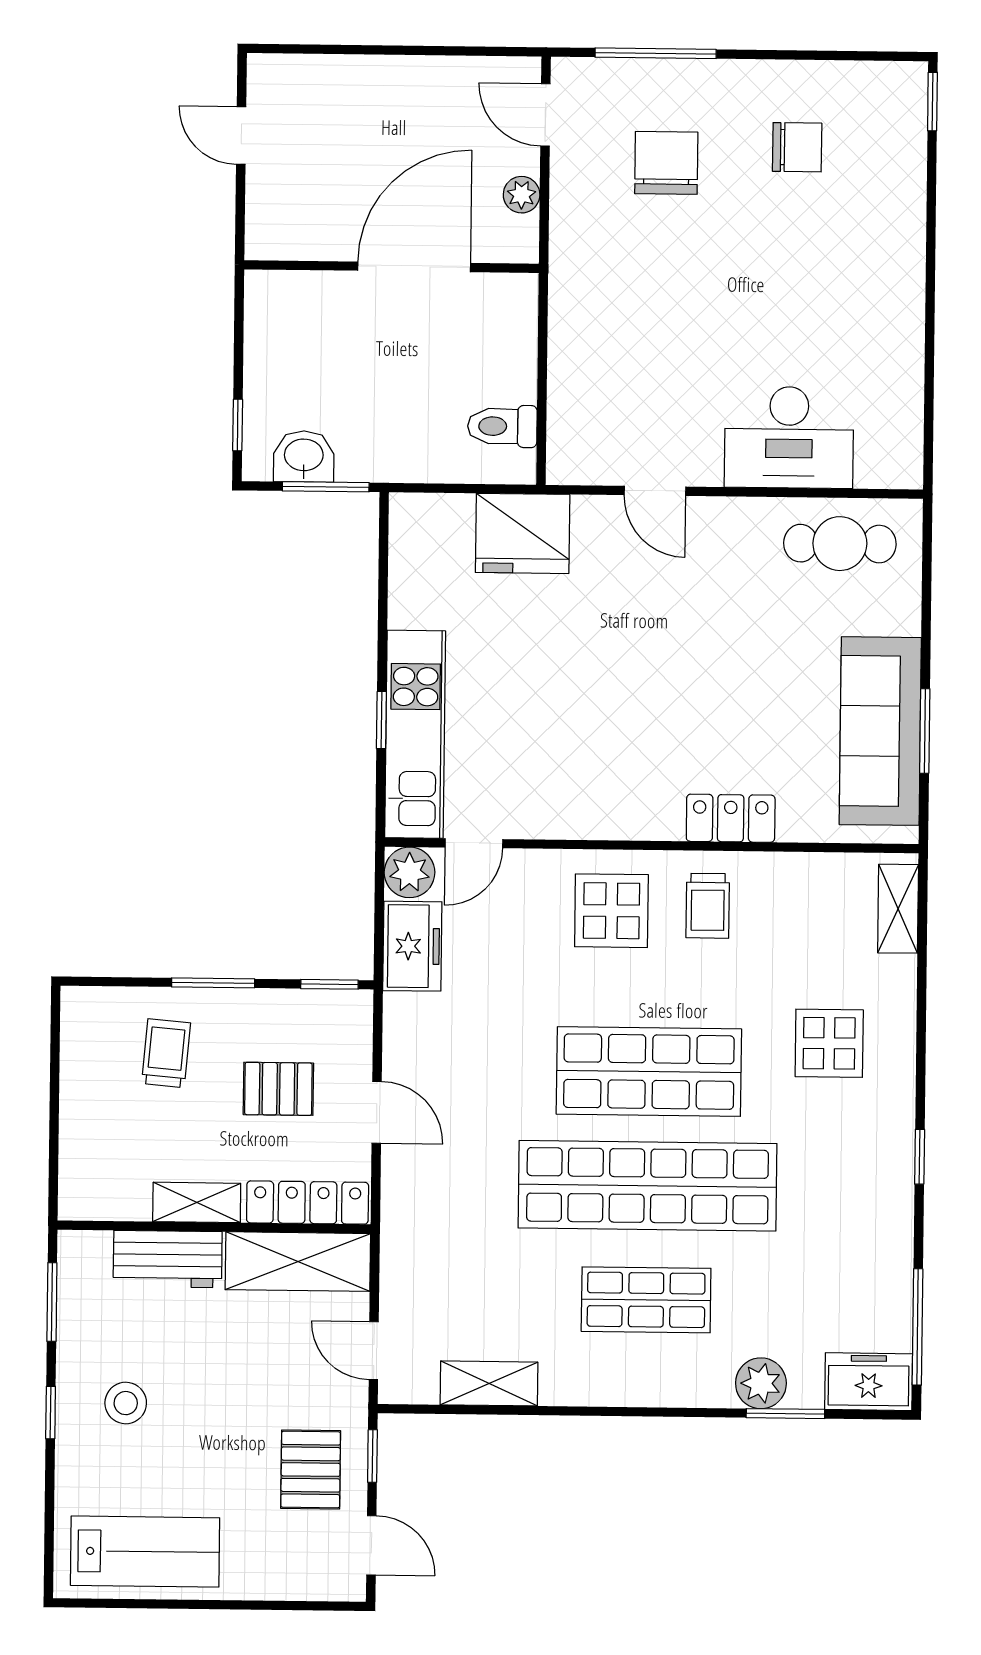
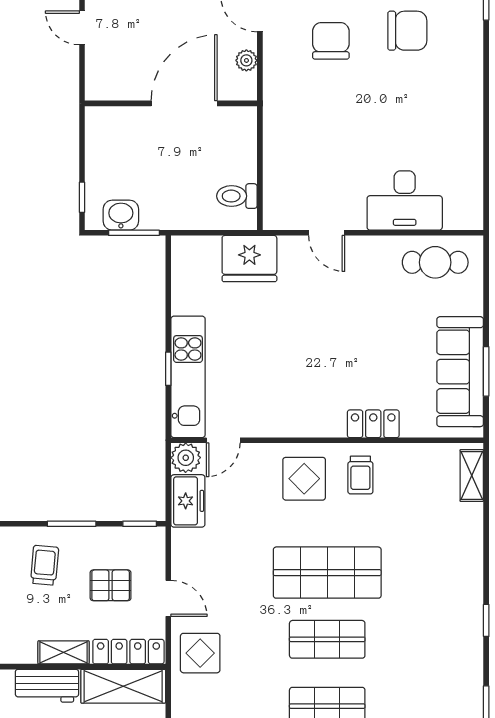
chair: (797, 147) -> (407, 31), width x1.37, depth x1.37
display table: (829, 1043) -> (200, 653), moved
shop shelf: (647, 1186) -> (327, 639), width x0.50, depth x0.74

